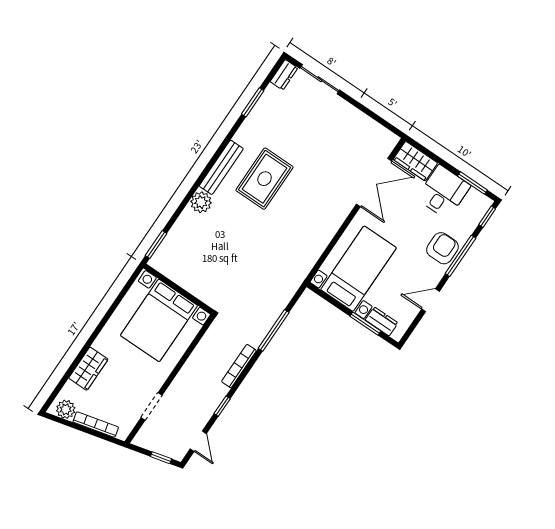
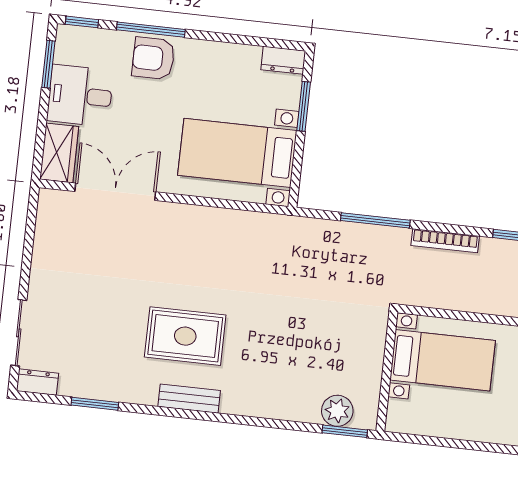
bench: (221, 167) -> (189, 399), width x0.73
plant: (201, 202) -> (337, 411), moved
door: (430, 300) -> (229, 38), removed
bed with nightstands: (159, 320) -> (443, 360), width x0.73
dresser: (382, 321) -> (283, 60), moved, turned -90

